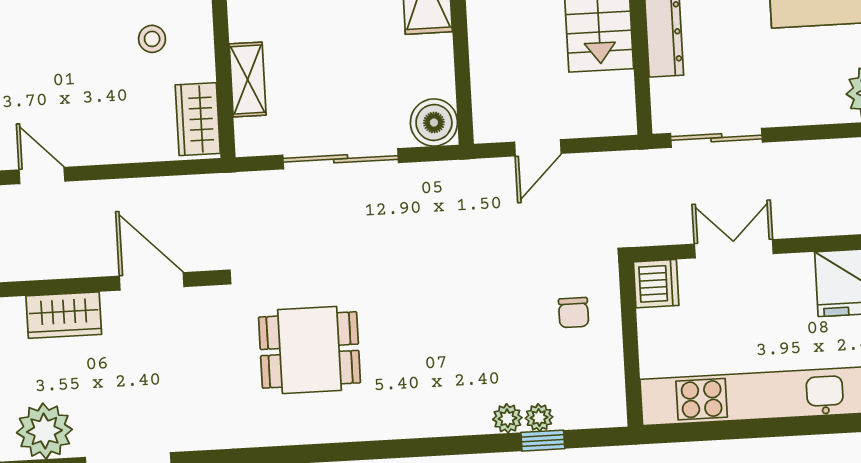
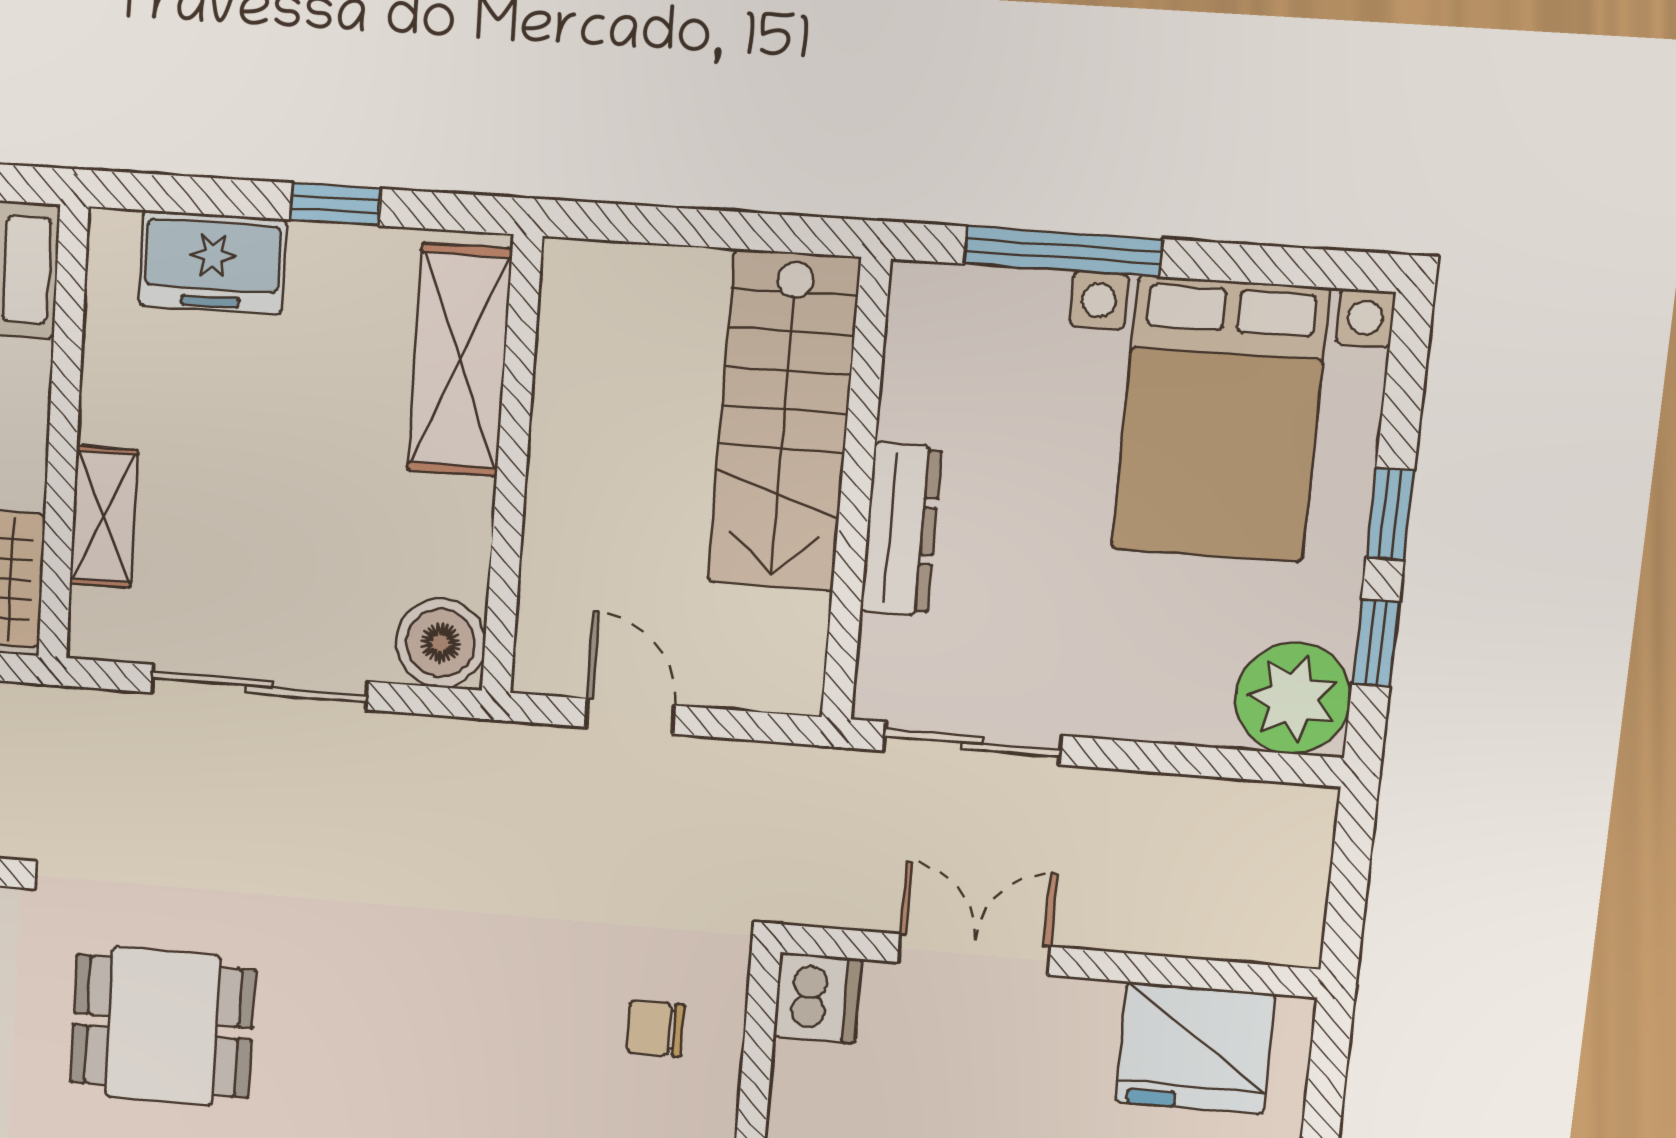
door: (538, 148) -> (630, 716), swing flipped
chair: (574, 313) -> (656, 1028), turned 90

